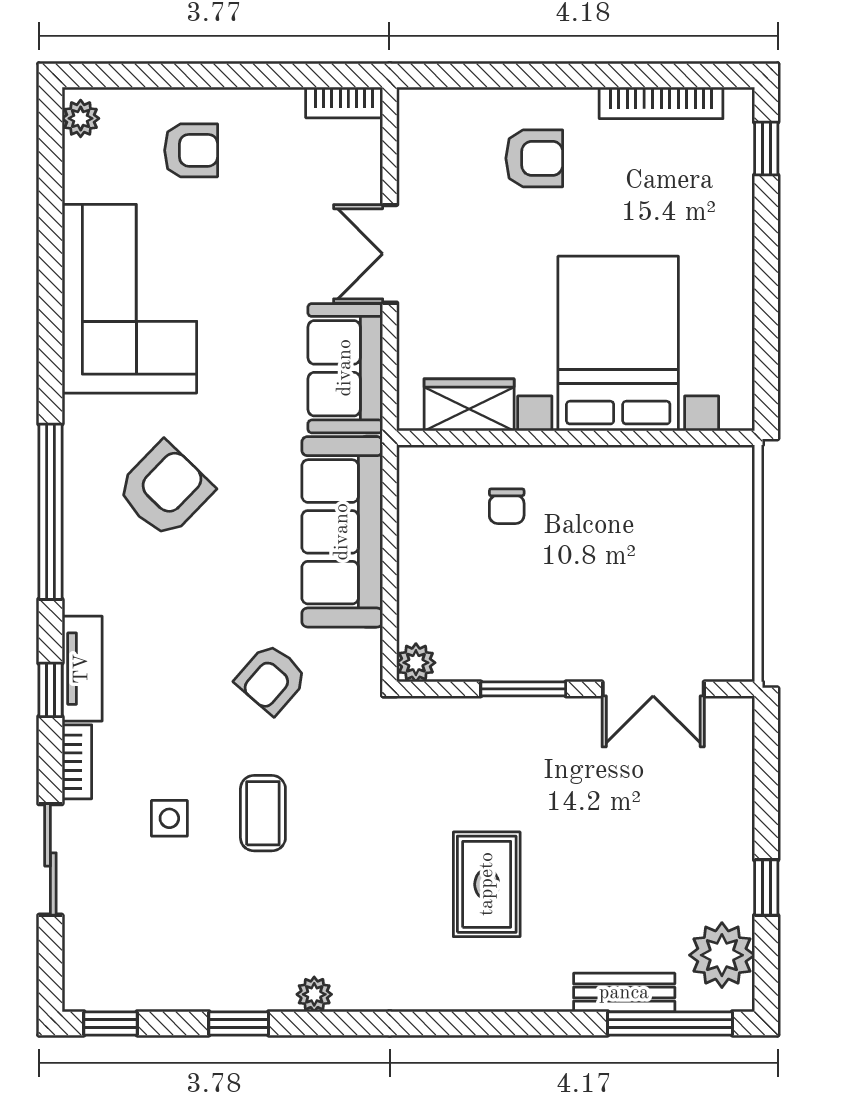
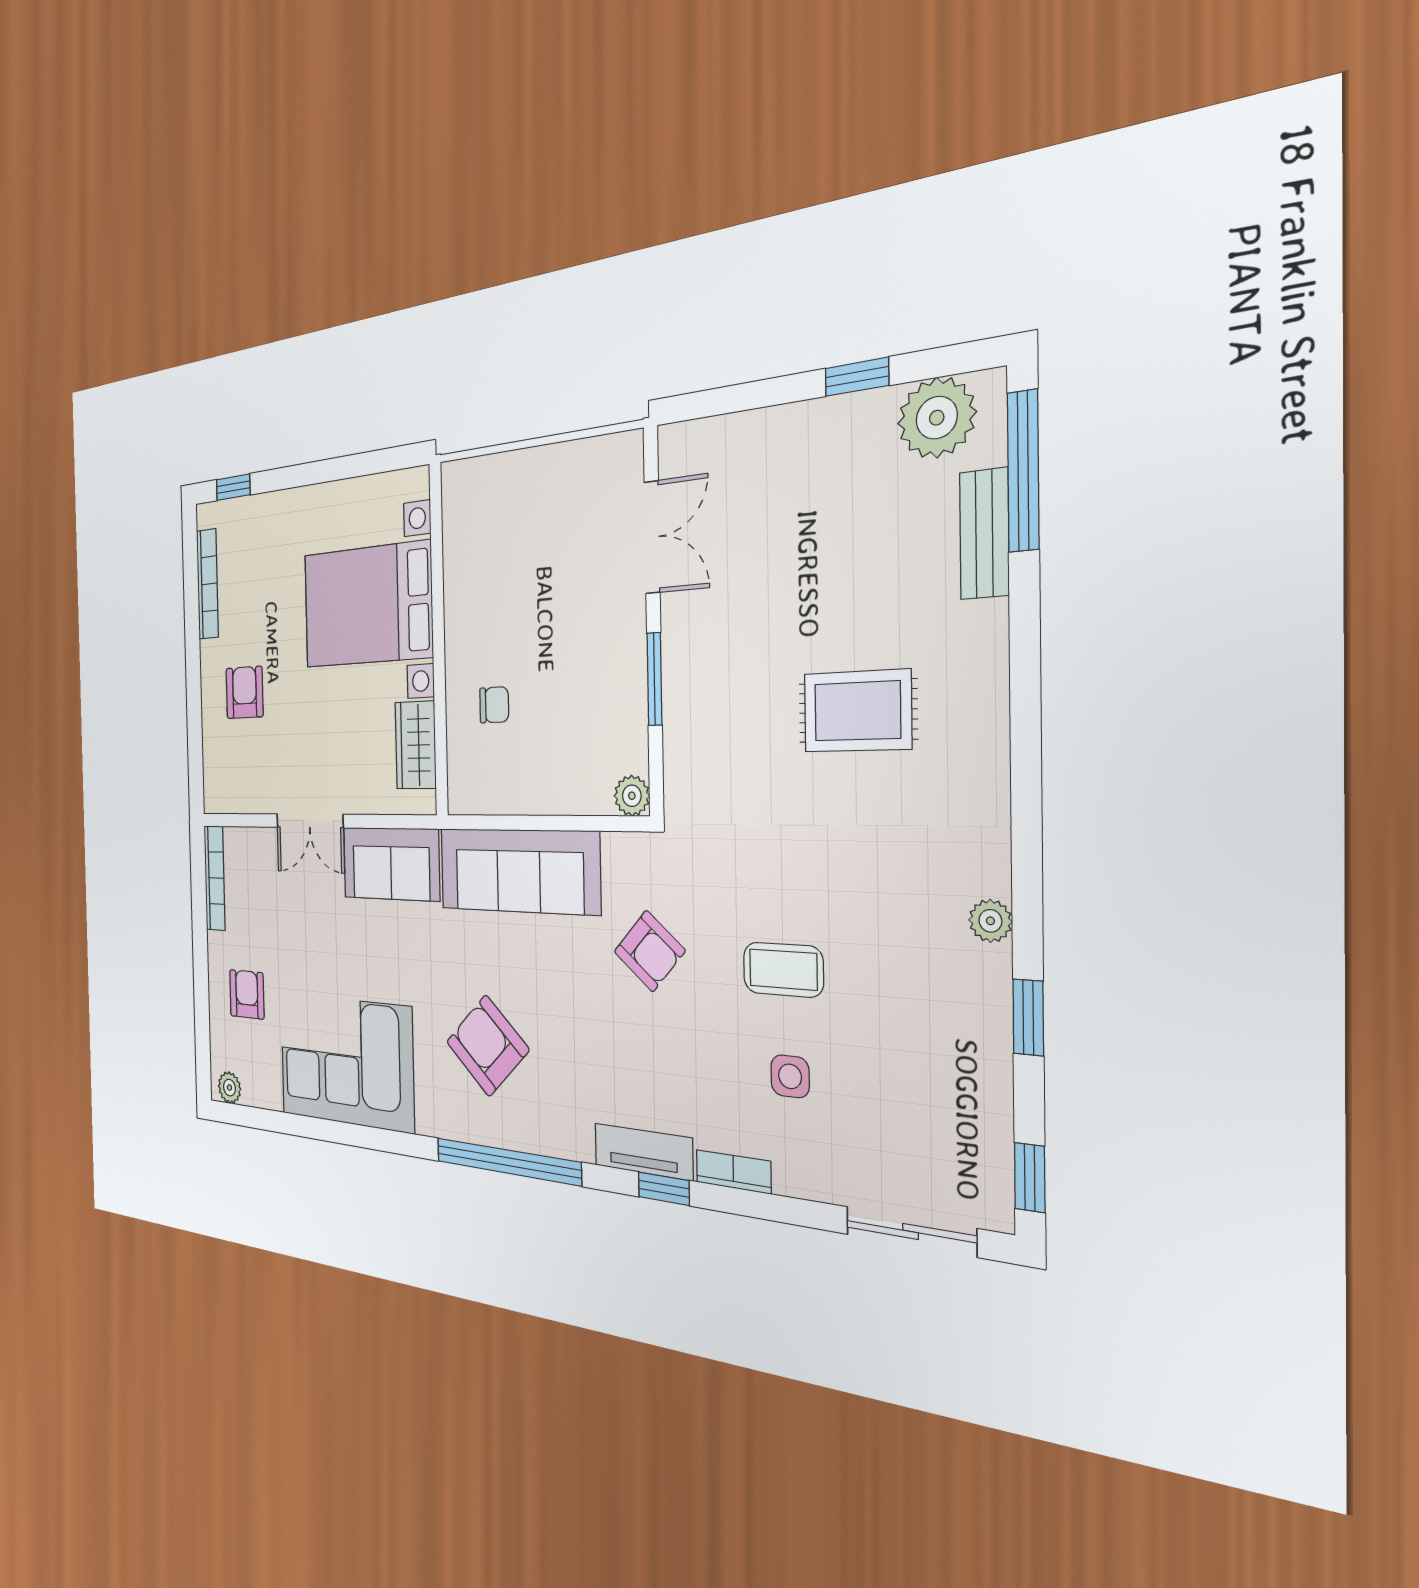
bookcase: (344, 102) -> (215, 878), width x1.56
sliding door: (50, 859) -> (911, 1231), moved

